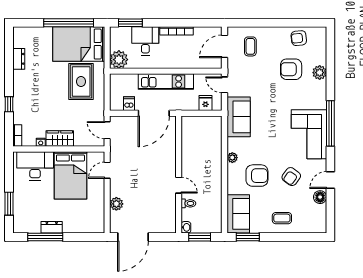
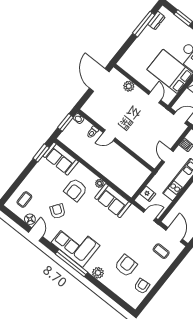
plant: (320, 73) -> (98, 273), moved
door: (154, 113) -> (167, 156), width x0.53
sofa: (239, 117) -> (113, 201), moved
coffee table: (282, 218) -> (24, 200), moved
dresser: (52, 227) -> (156, 21), moved

